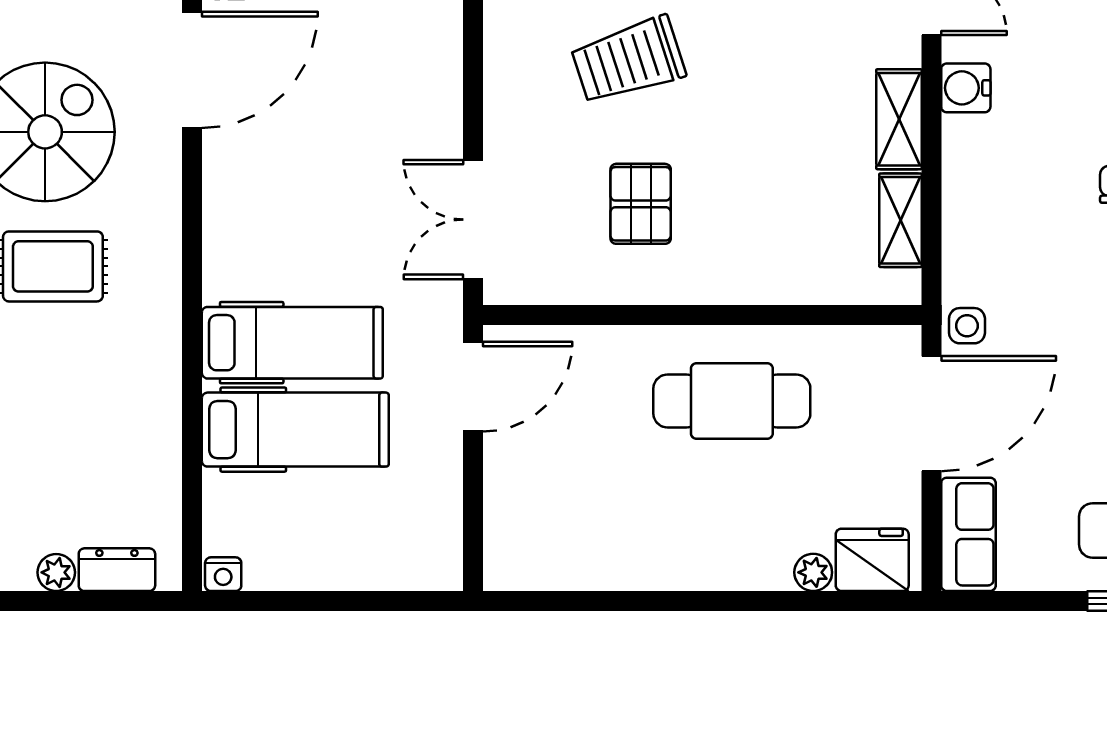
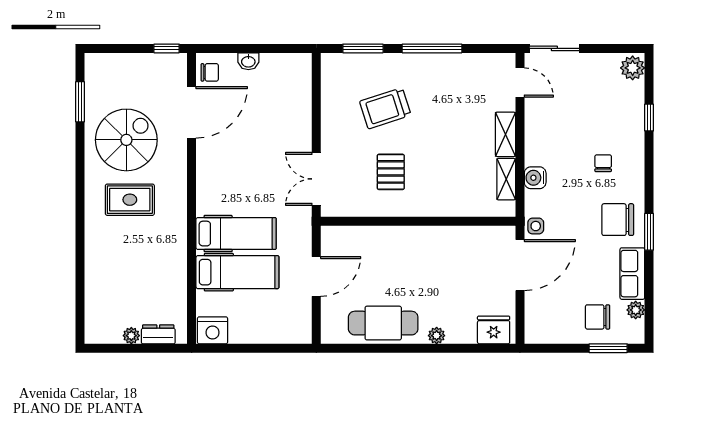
water cooler: (966, 88) -> (535, 178), moved
door: (473, 387) -> (316, 276), moved
cafe table: (732, 401) -> (383, 323), moved
row of seats: (968, 534) -> (536, 319), removed
plant: (813, 572) -> (437, 336), moved
nightstand: (223, 574) -> (213, 330), width x1.89, depth x1.79

